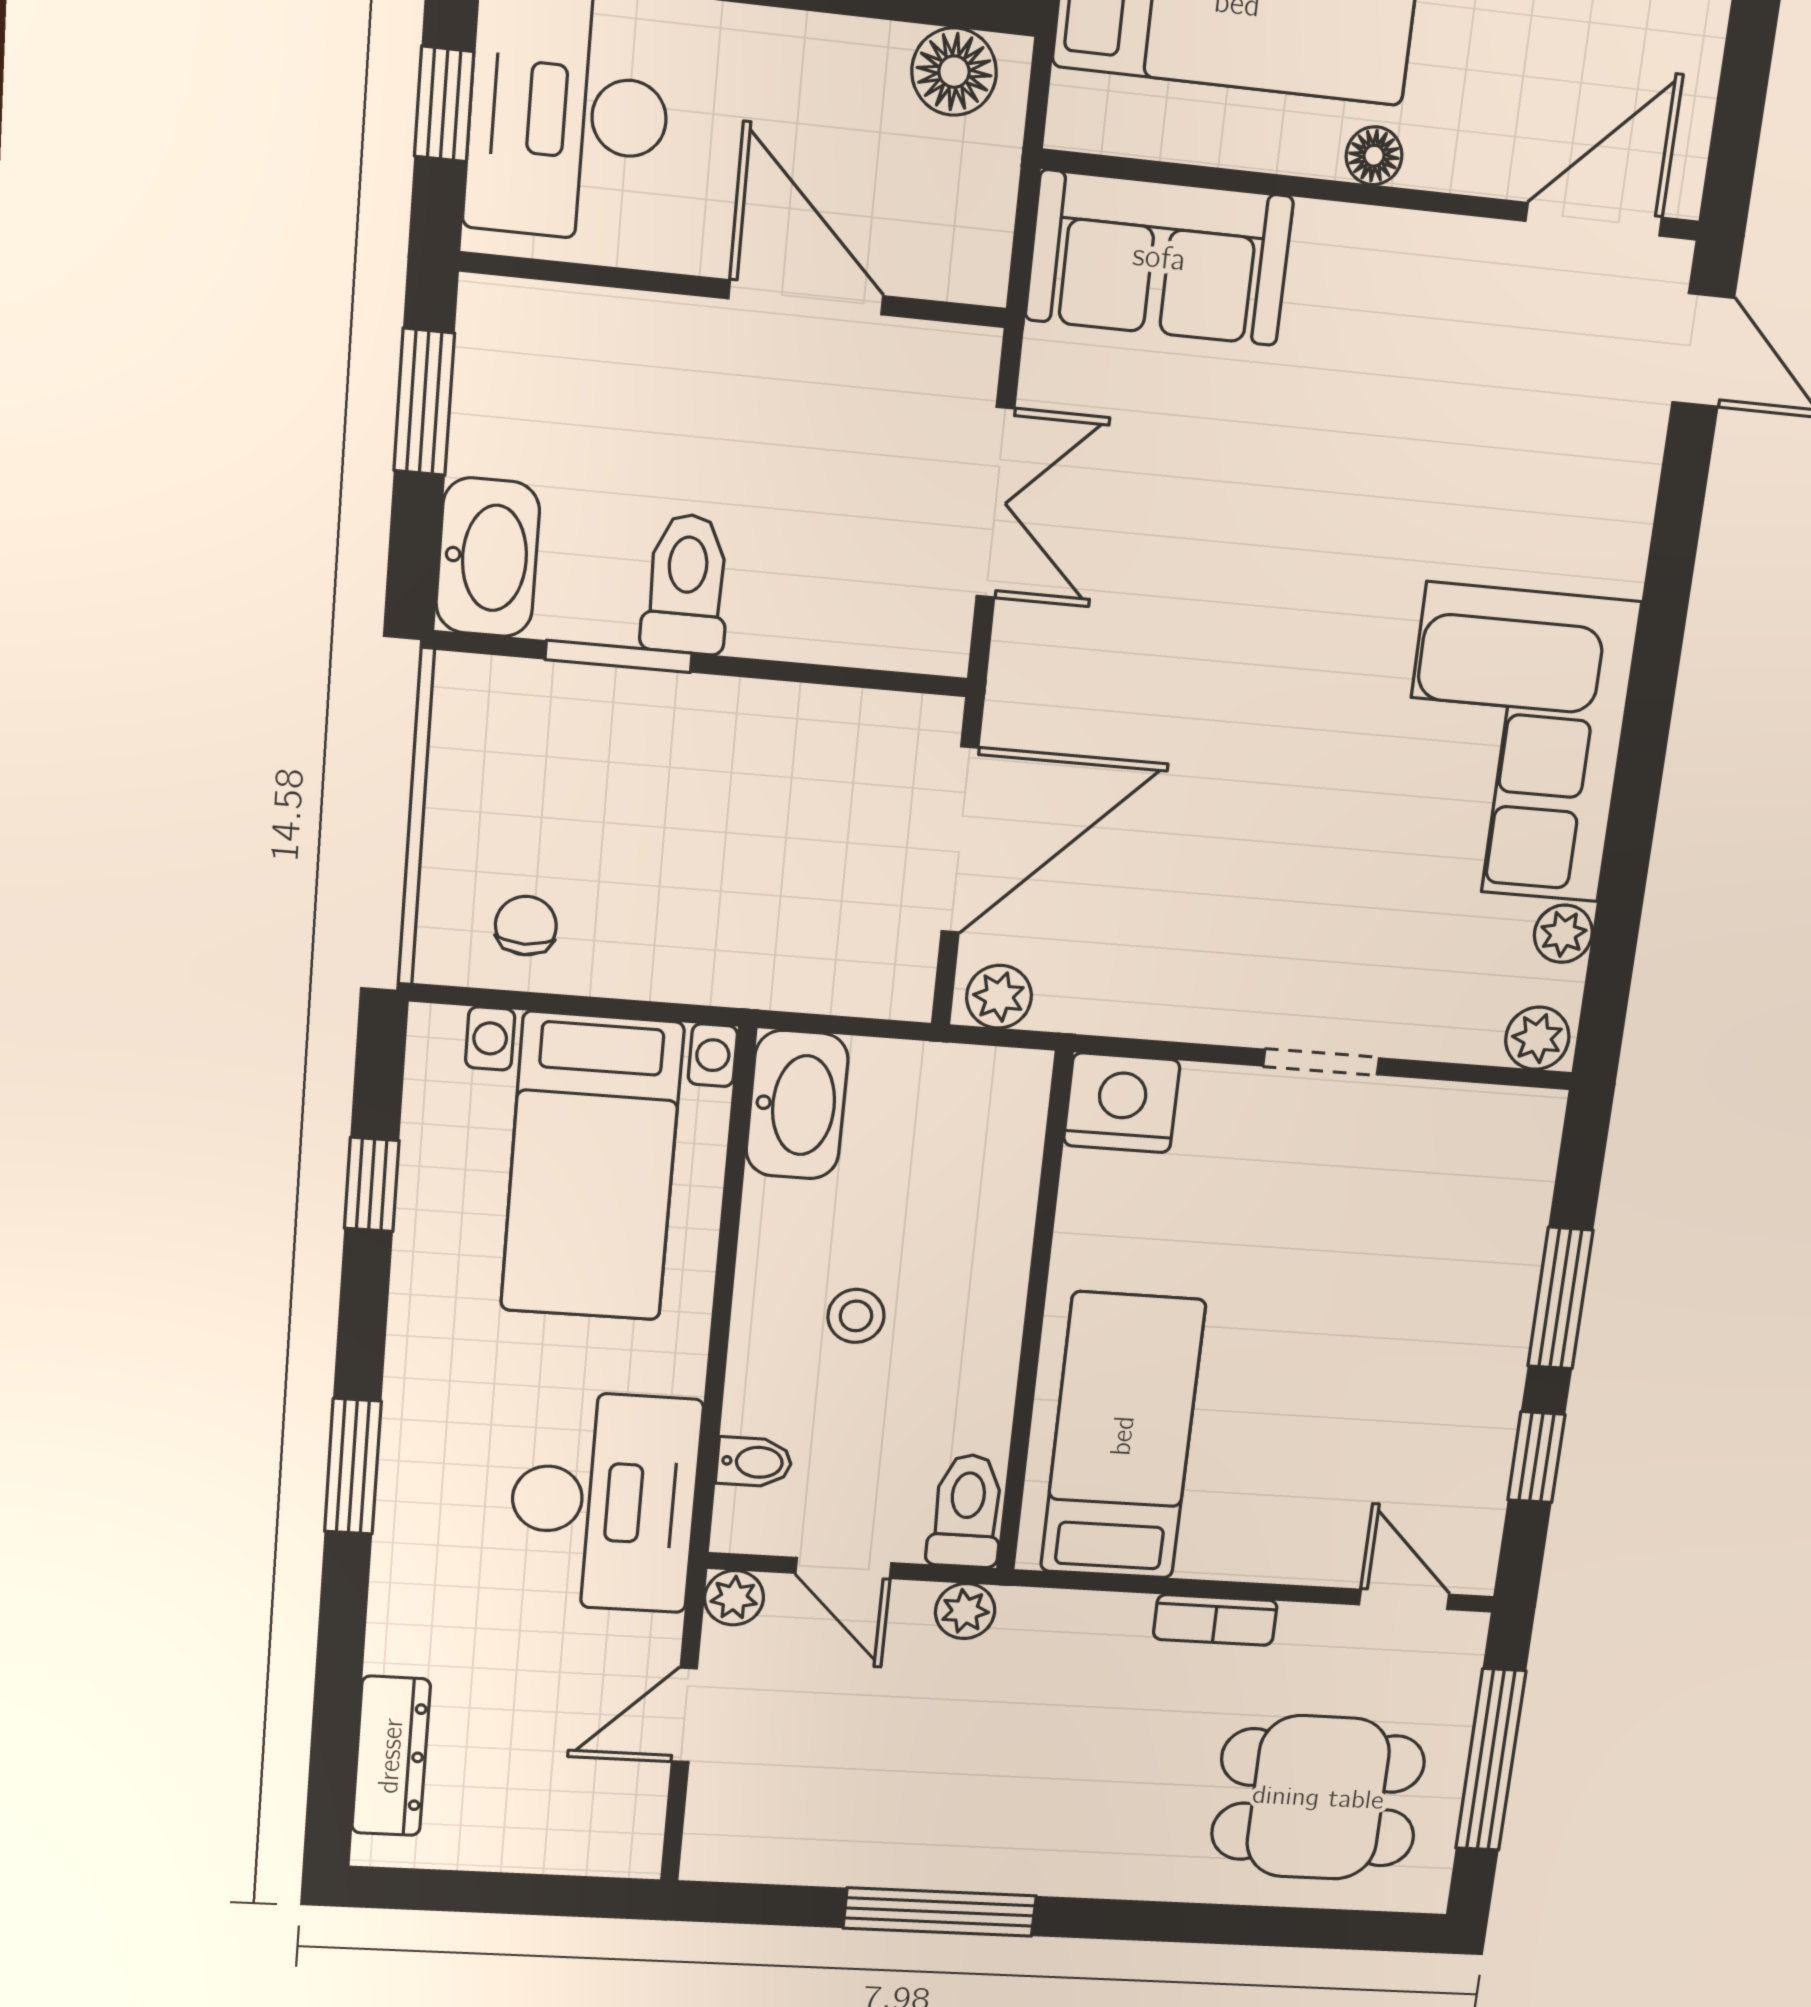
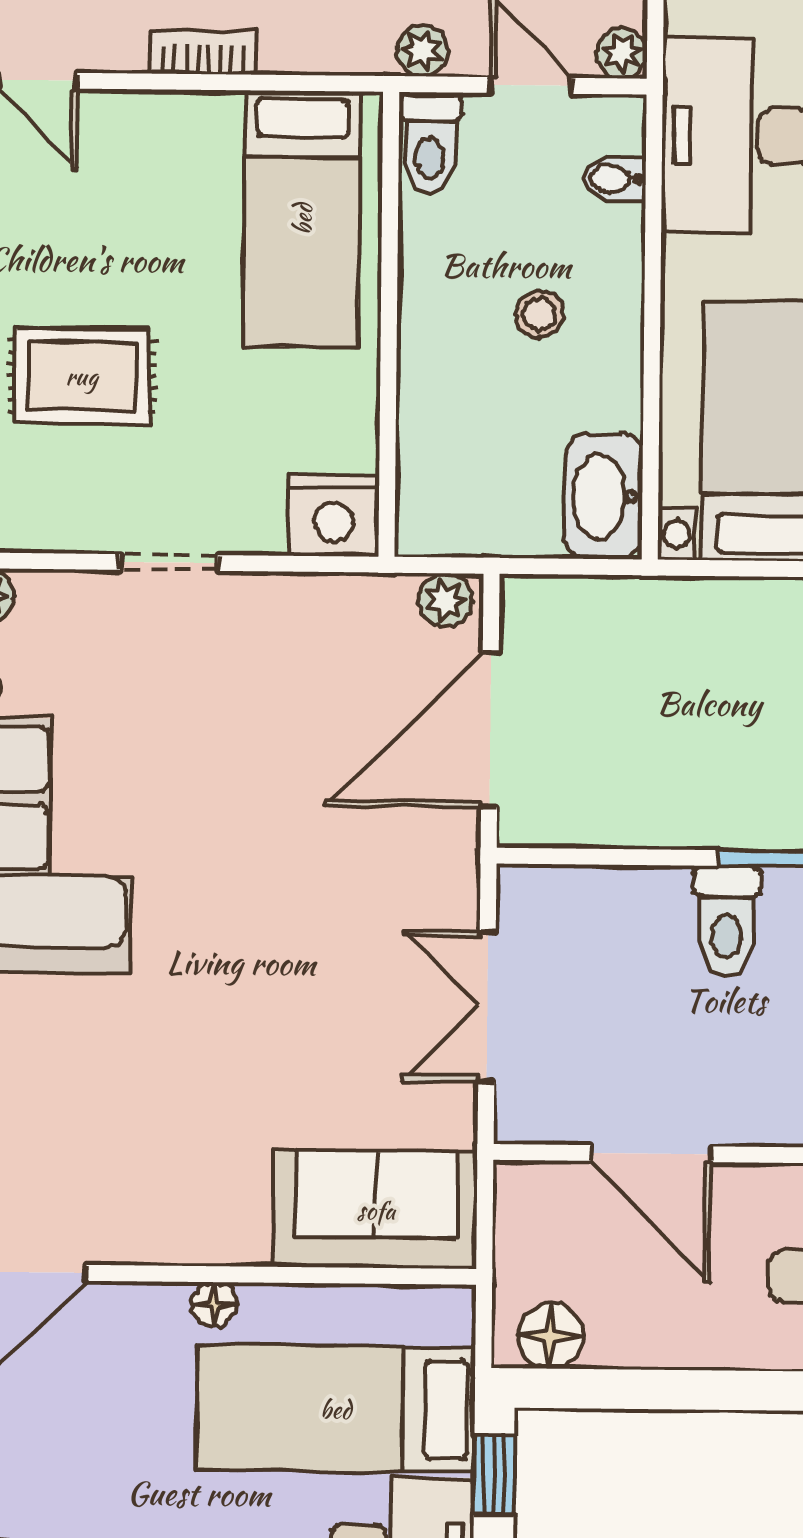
rug: (1395, 1278) -> (82, 376), added

